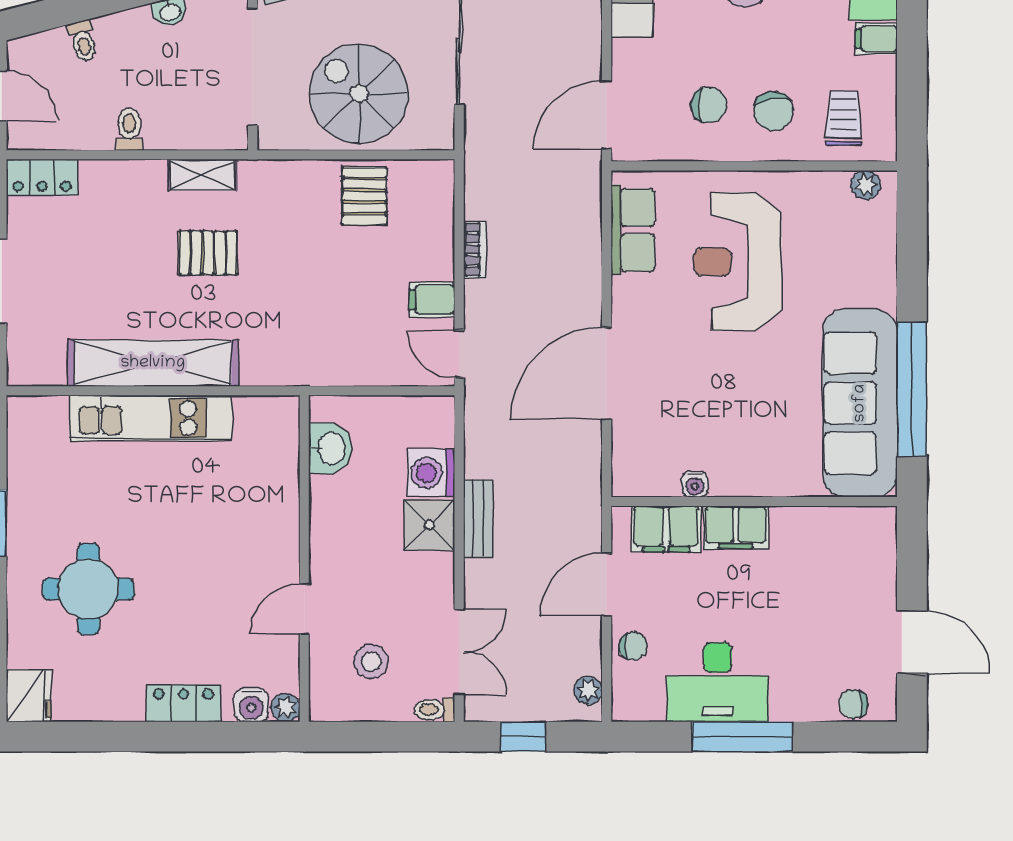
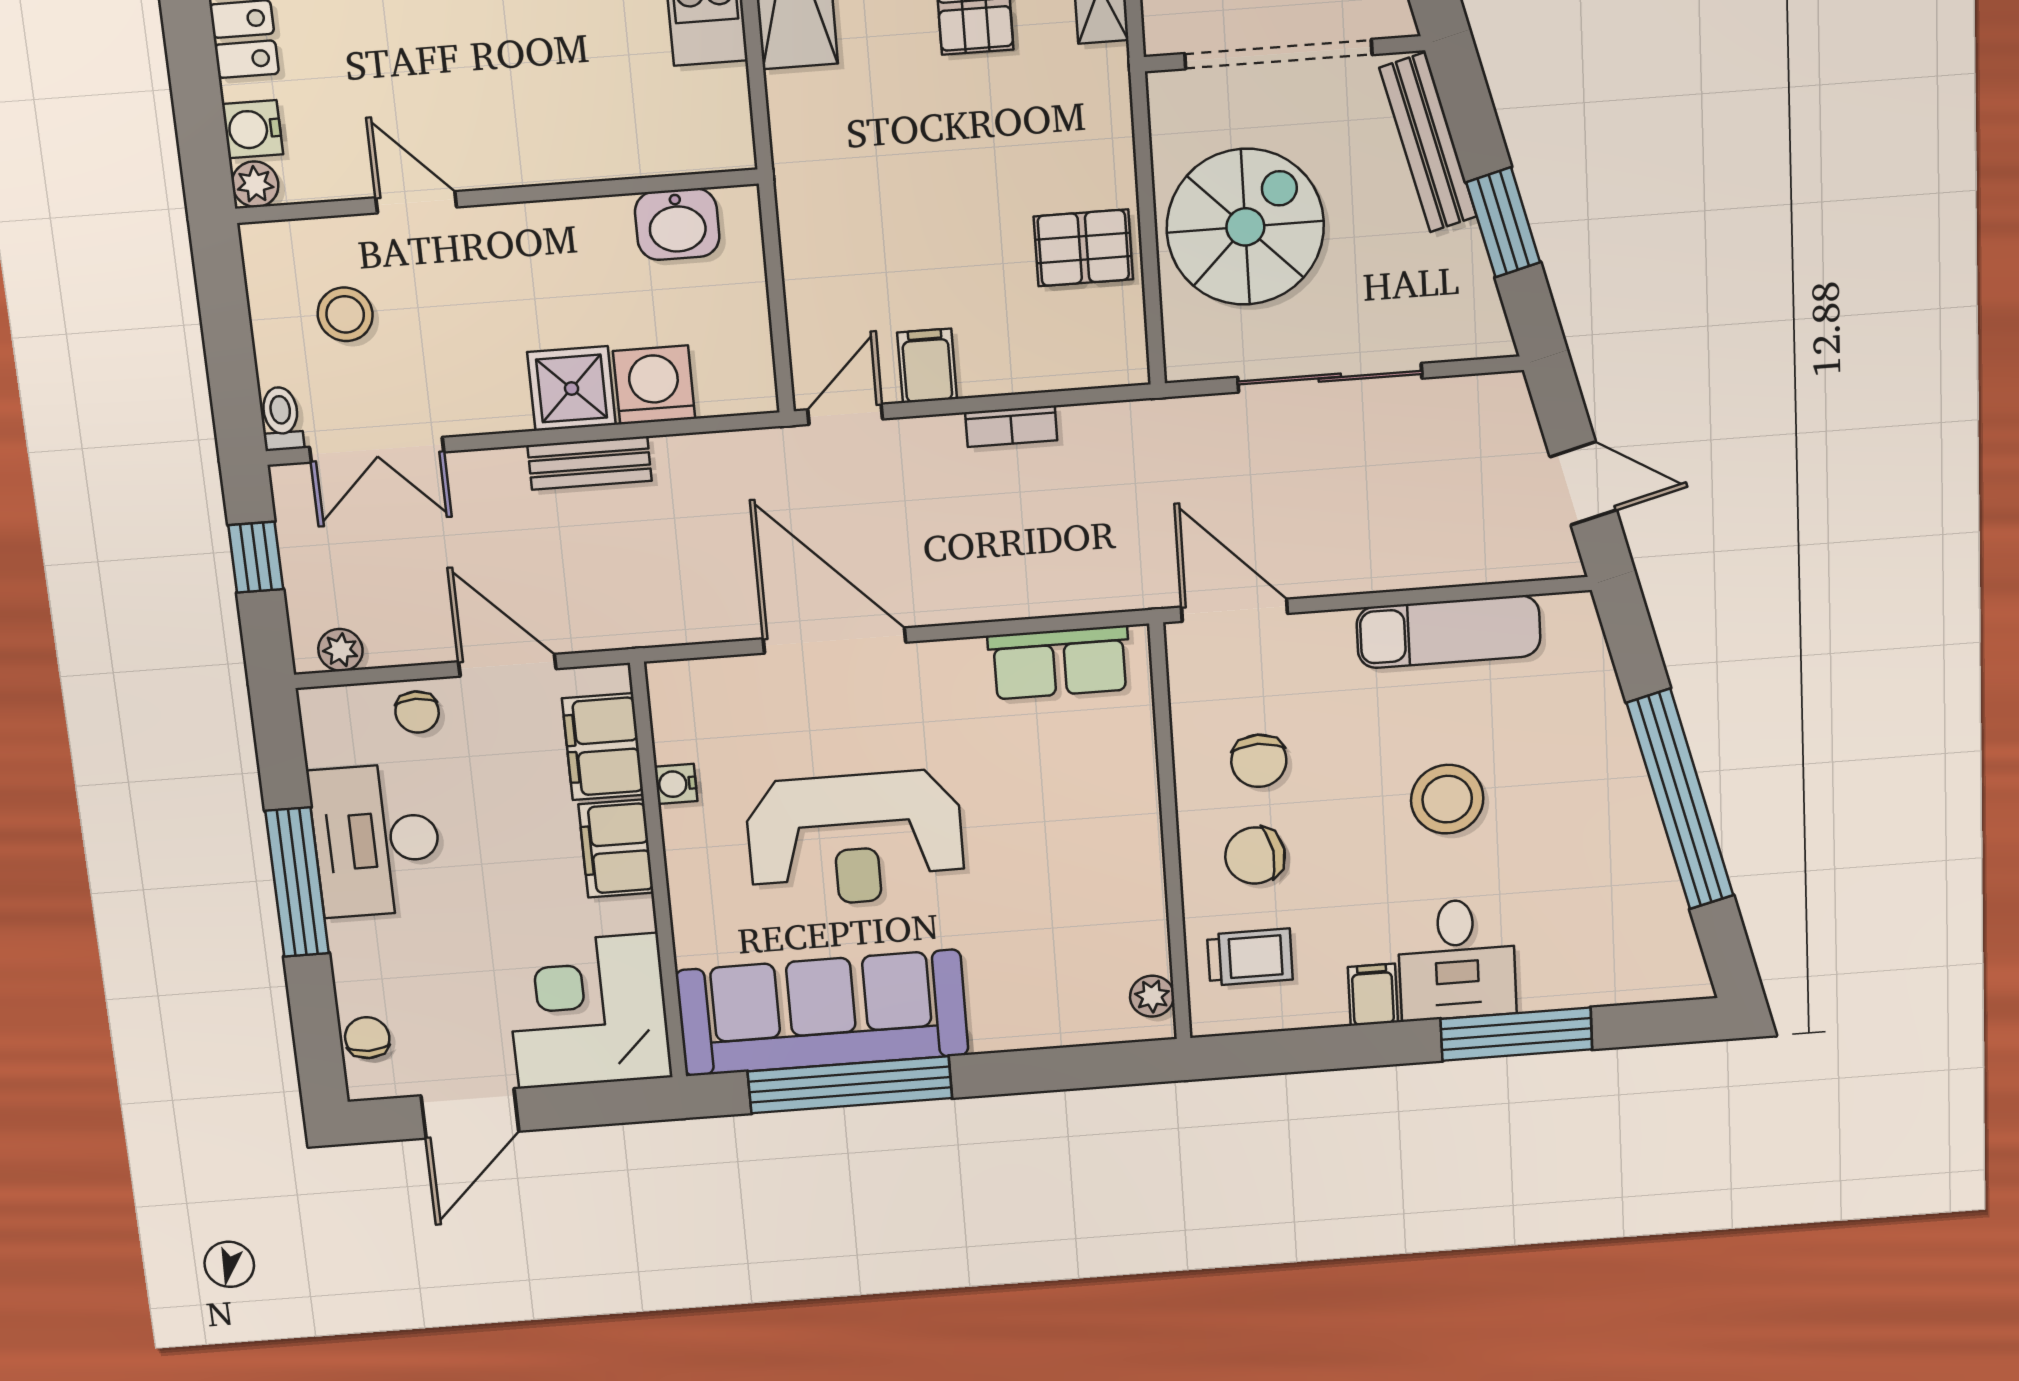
reception desk: (738, 262) -> (855, 839), moved, turned 180
corner desk: (846, 557) -> (588, 1011), added

